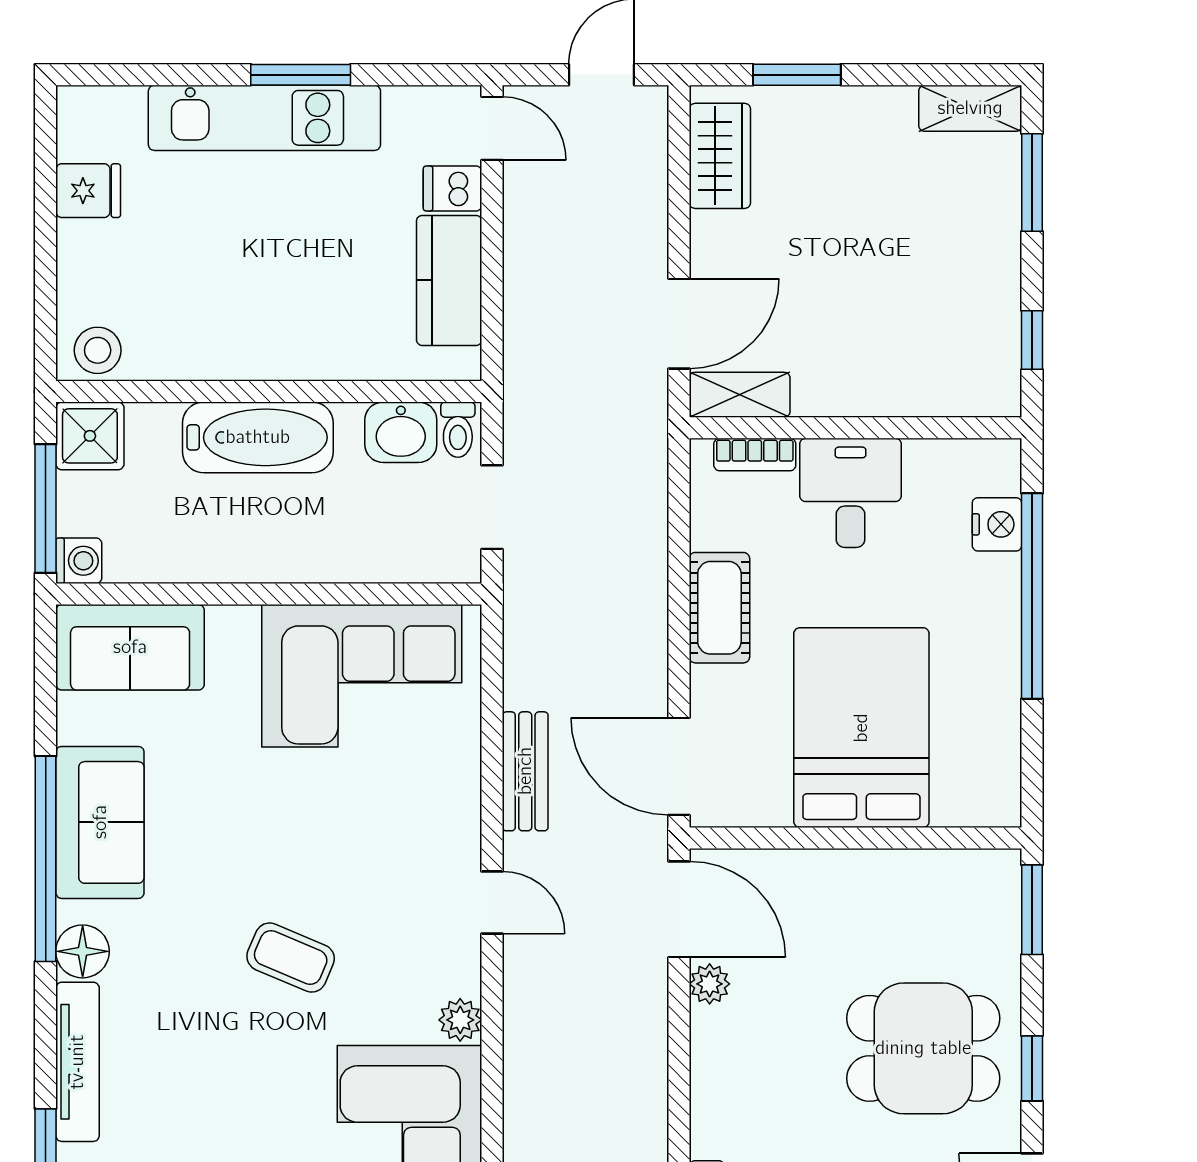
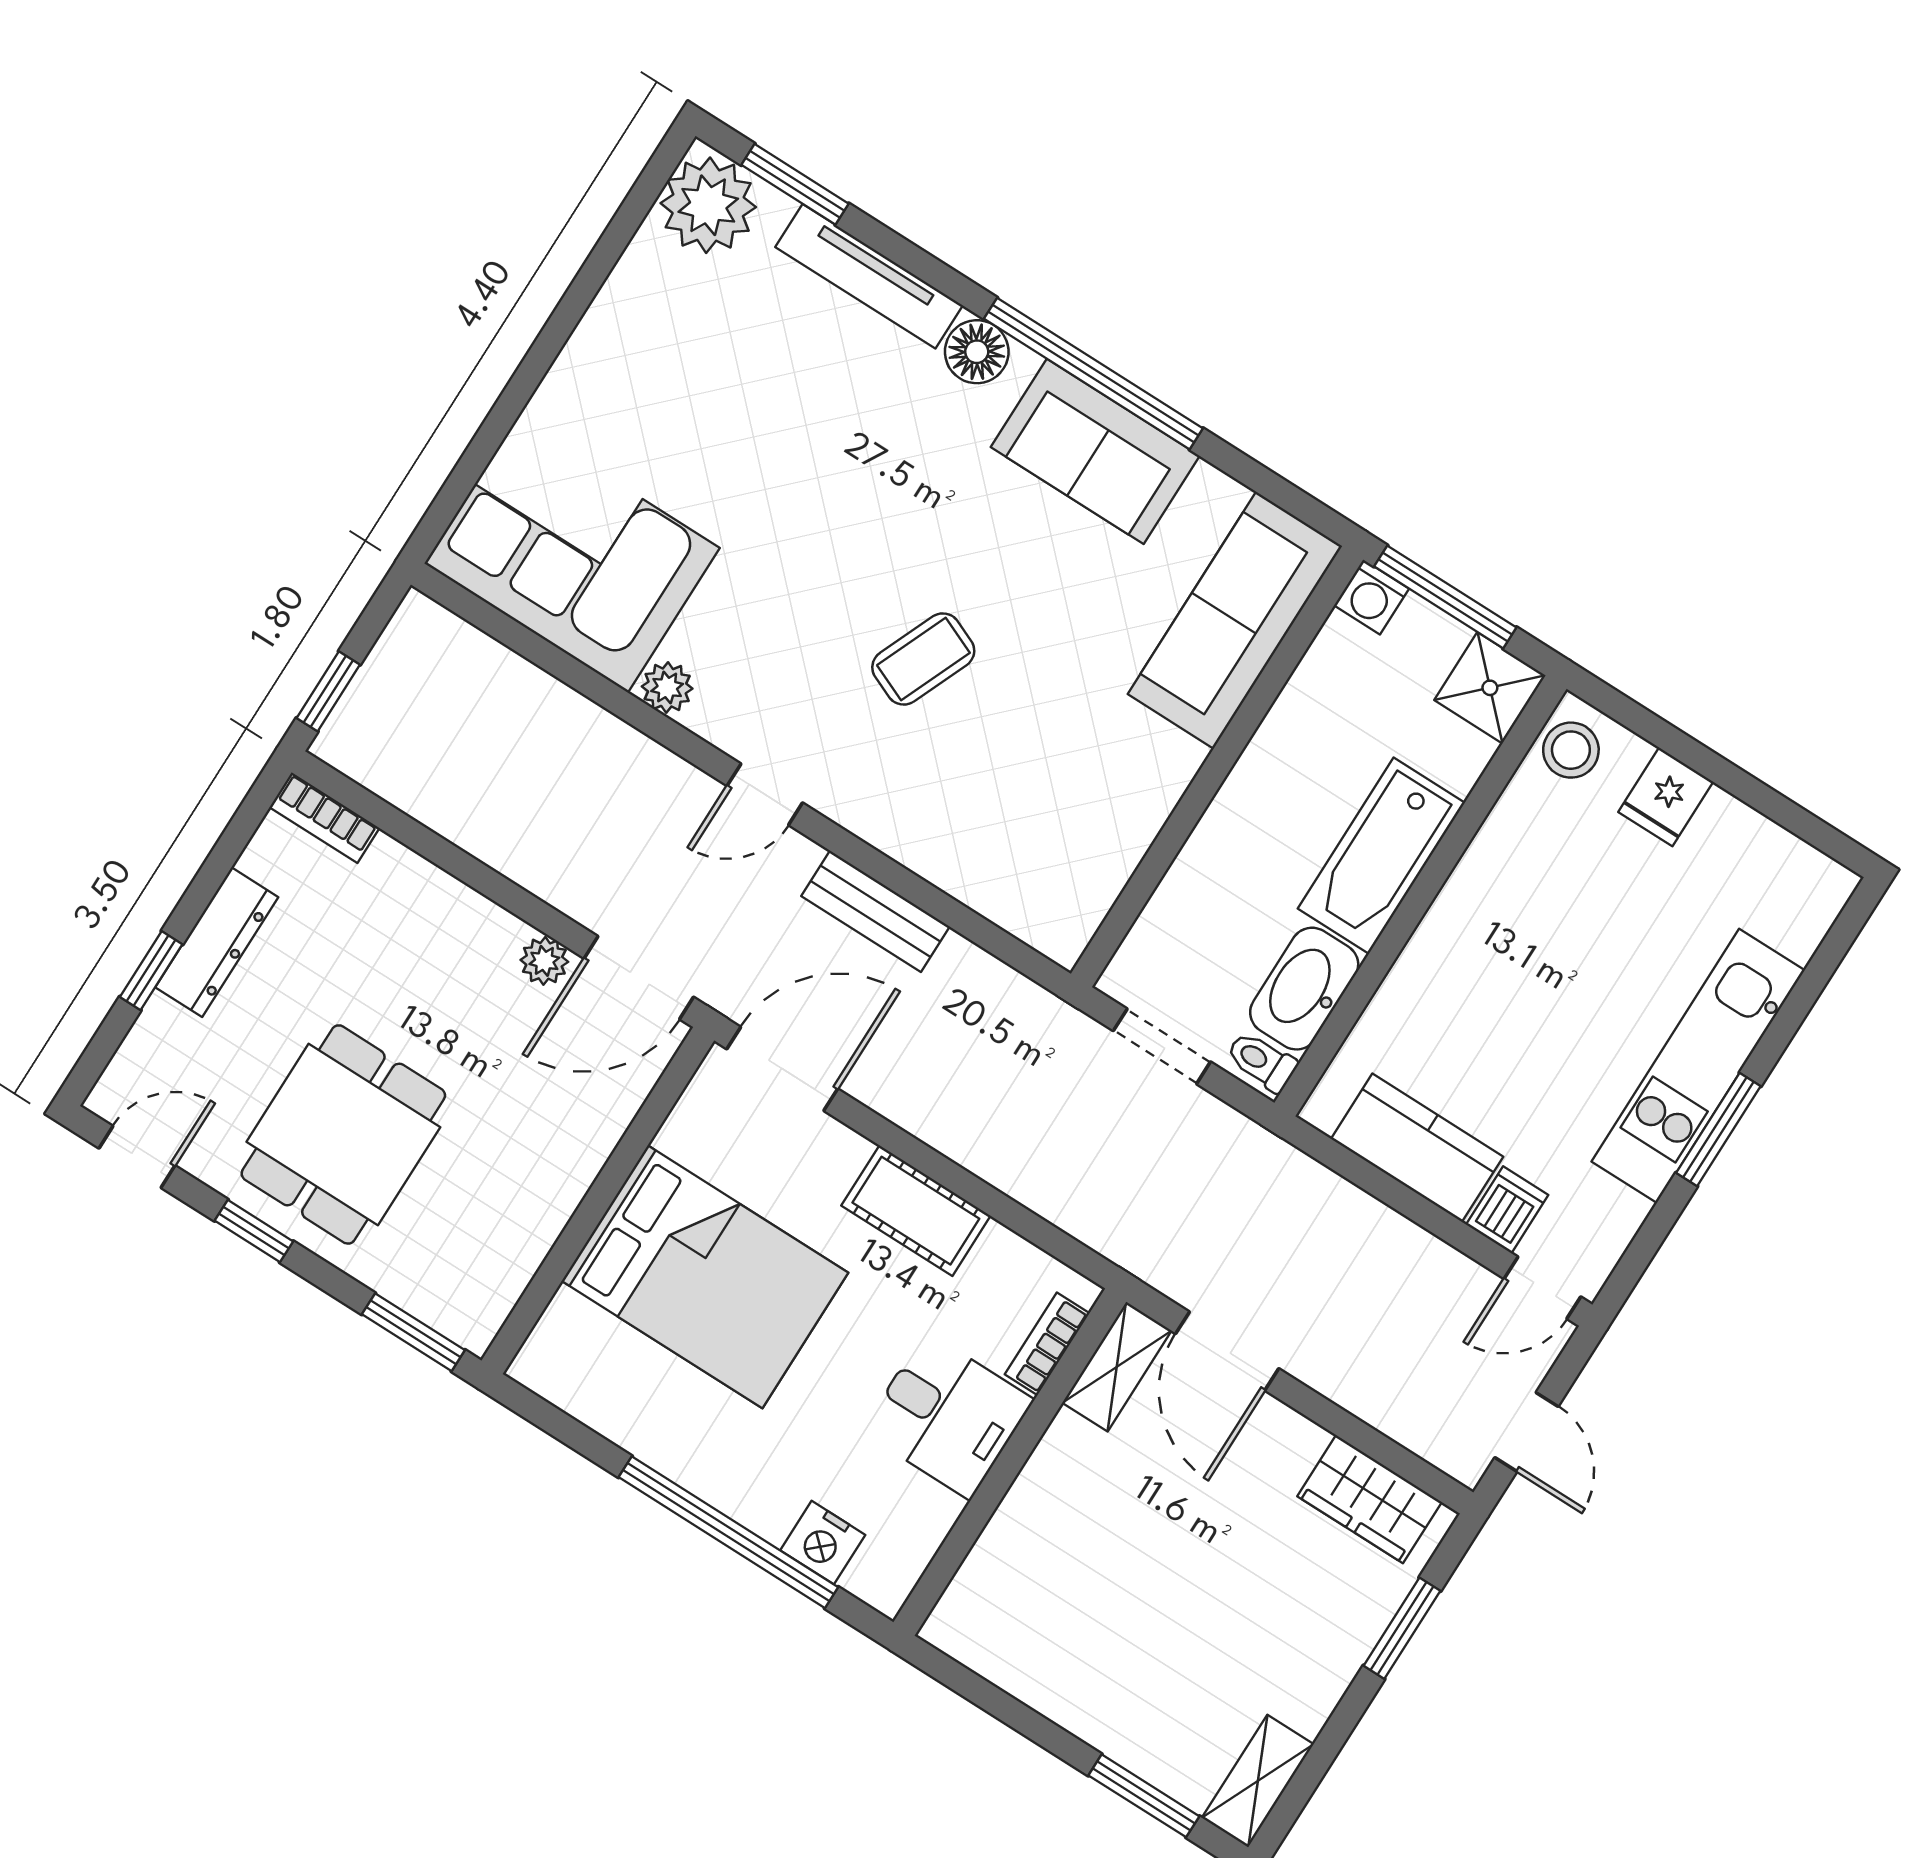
fridge: (88, 191) -> (1666, 797), moved
window: (1032, 340) -> (986, 1695), removed
washbasin: (401, 432) -> (1304, 989), width x1.38
sofa: (130, 647) -> (1235, 620), width x1.36
corner sofa: (362, 676) -> (1076, 808), removed
coffee table: (291, 958) -> (923, 659), moved

